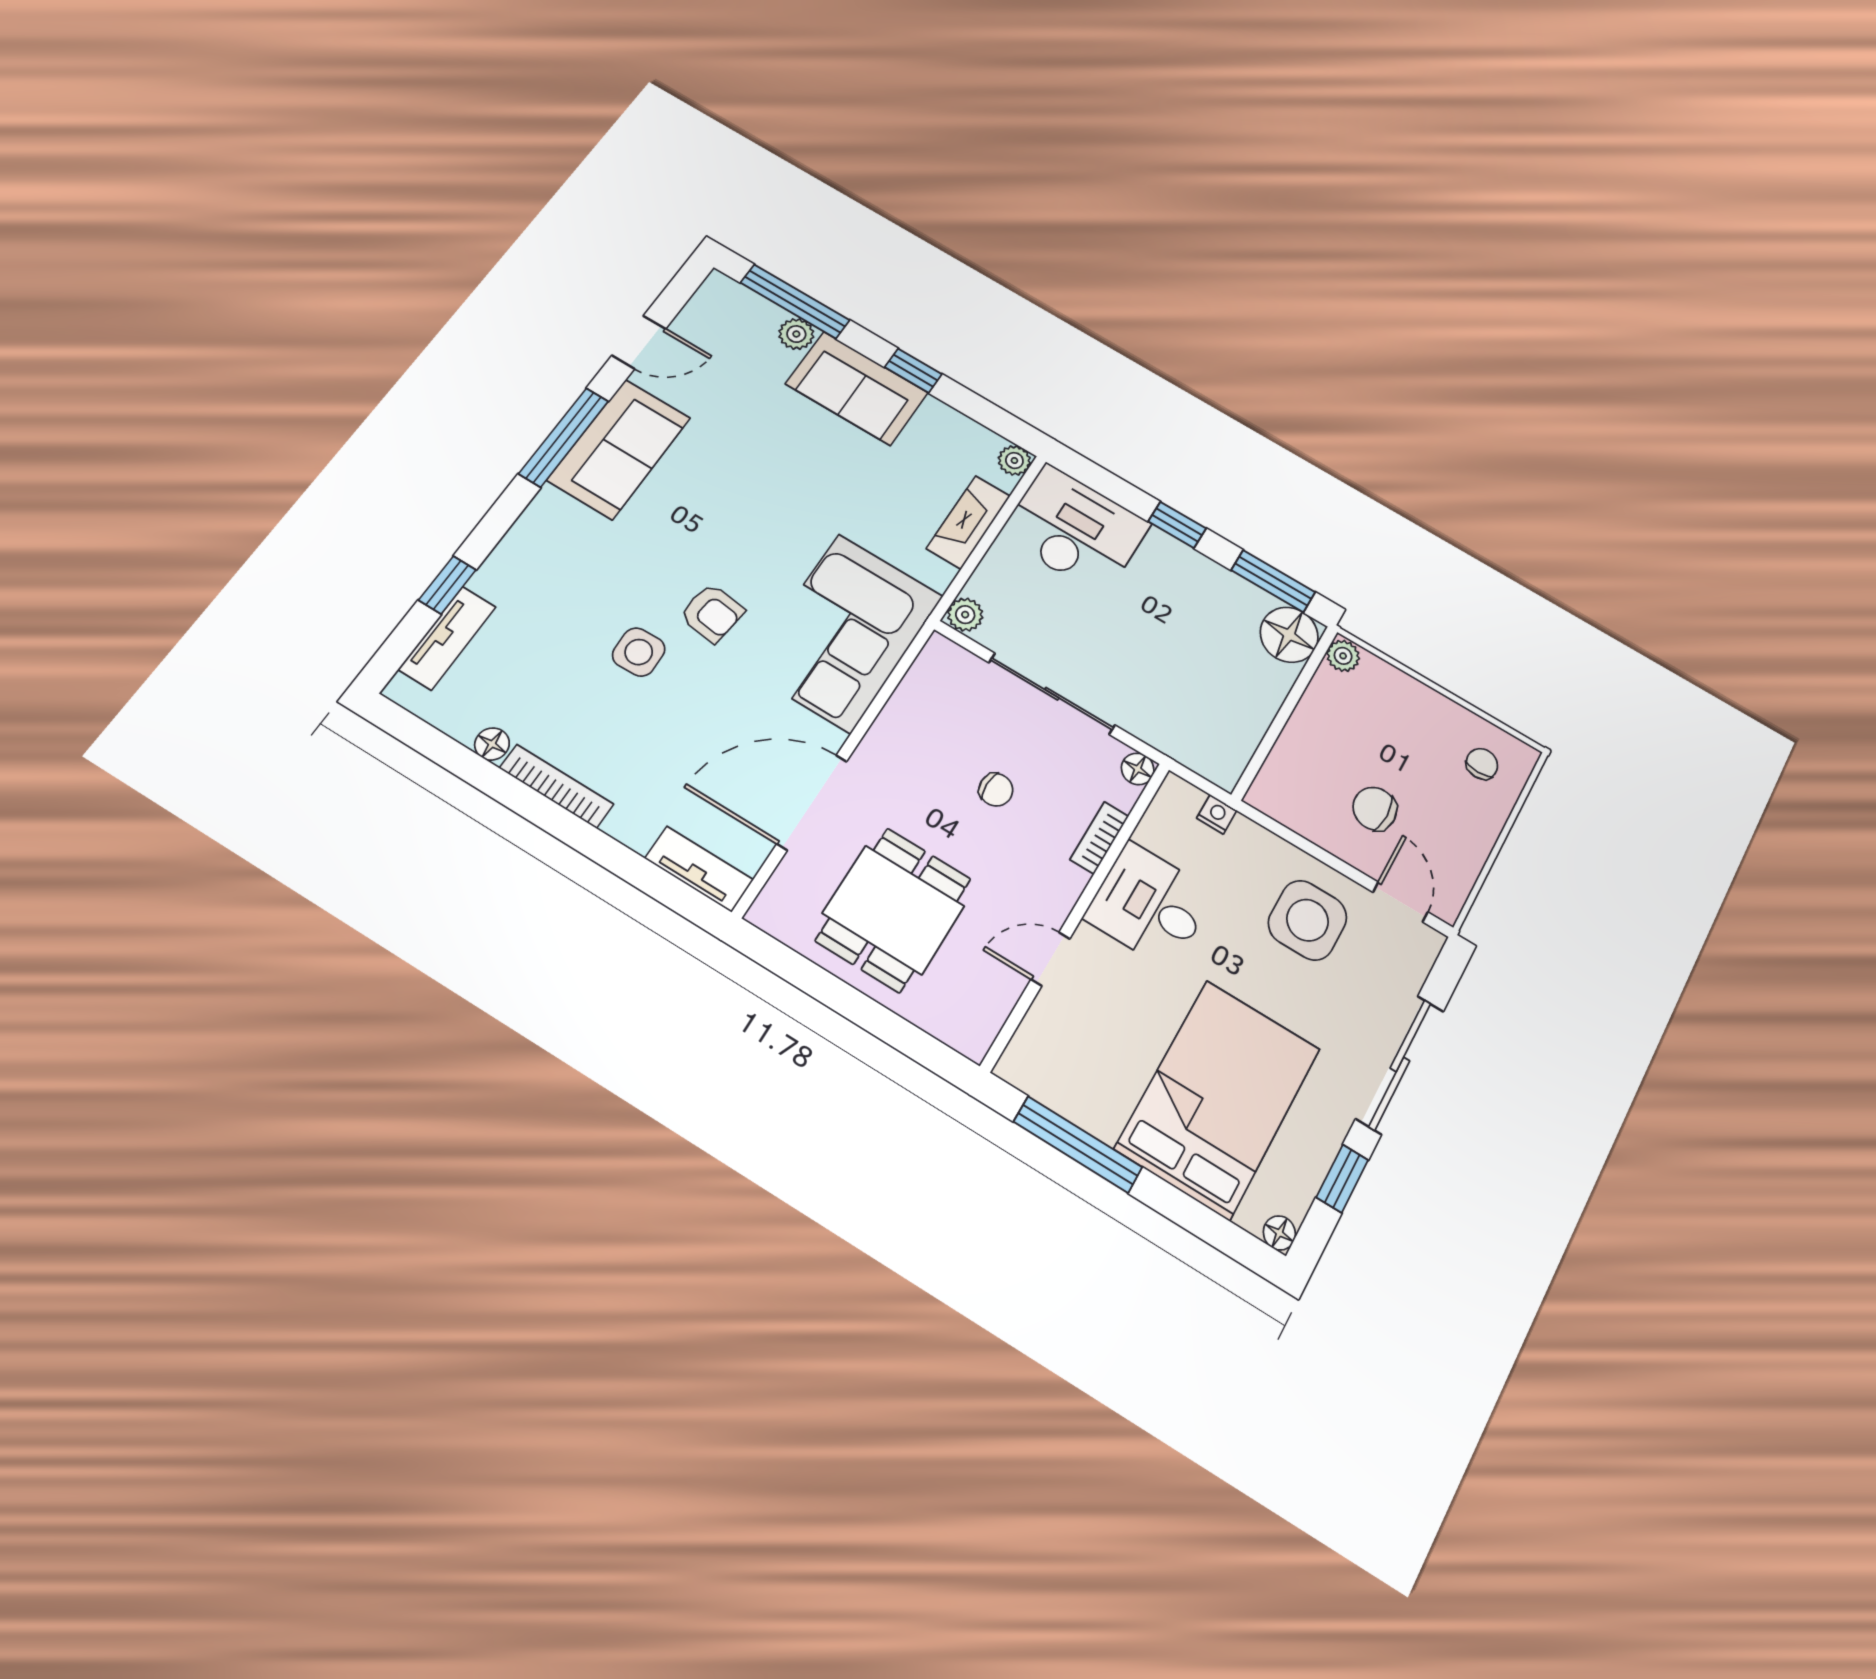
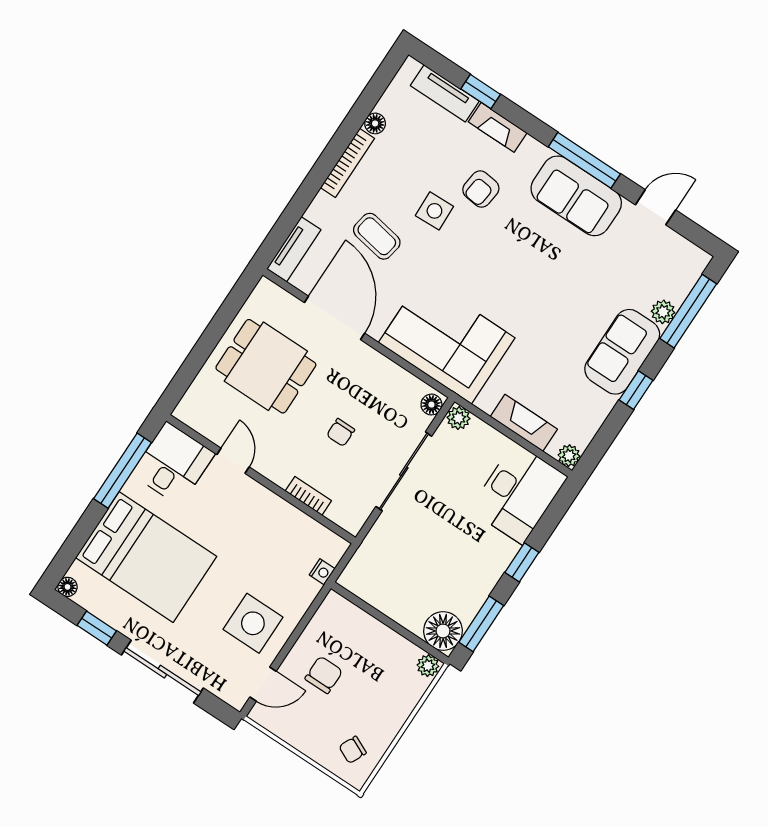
door: (639, 342) -> (655, 207), swing flipped
fireplace: (507, 560) -> (498, 127), added
armchair: (712, 613) -> (481, 189), moved
coffee table: (679, 739) -> (377, 236), added
chair: (1482, 764) -> (353, 750), turned 115
floor lamp: (1138, 769) -> (431, 405), moved
desk: (1149, 905) -> (173, 464), moved

